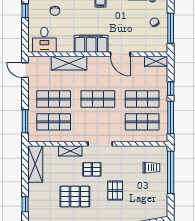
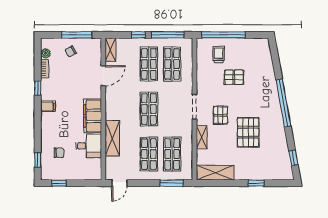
desk: (44, 40) -> (89, 146), moved
door: (120, 54) -> (103, 76), moved
pallet: (115, 191) -> (234, 77), moved

